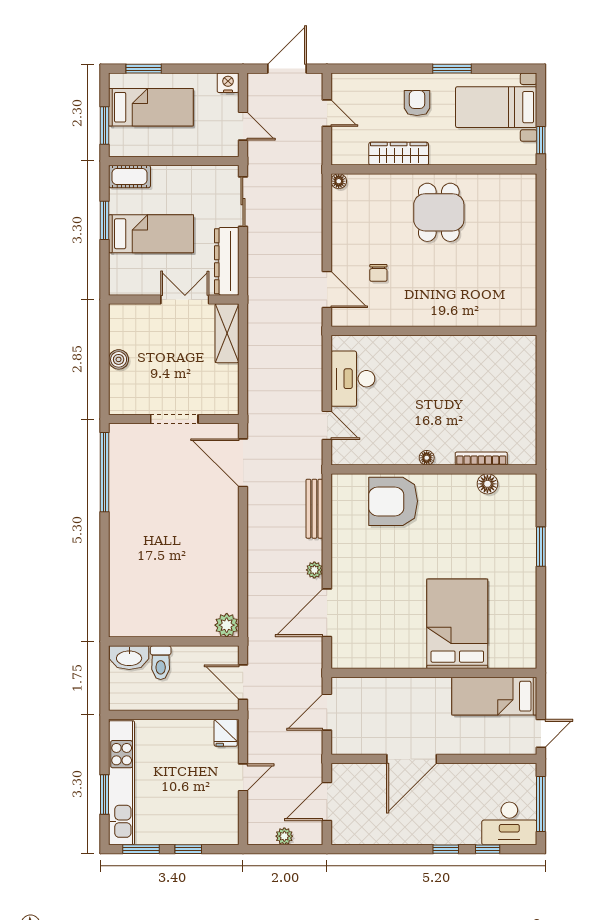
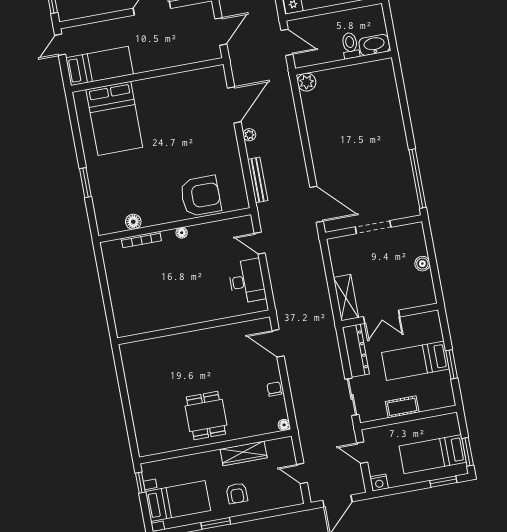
window: (105, 126) -> (468, 452), moved
cot: (130, 176) -> (402, 407), moved
chair: (378, 273) -> (274, 389), moved
bed: (457, 624) -> (114, 118), moved

